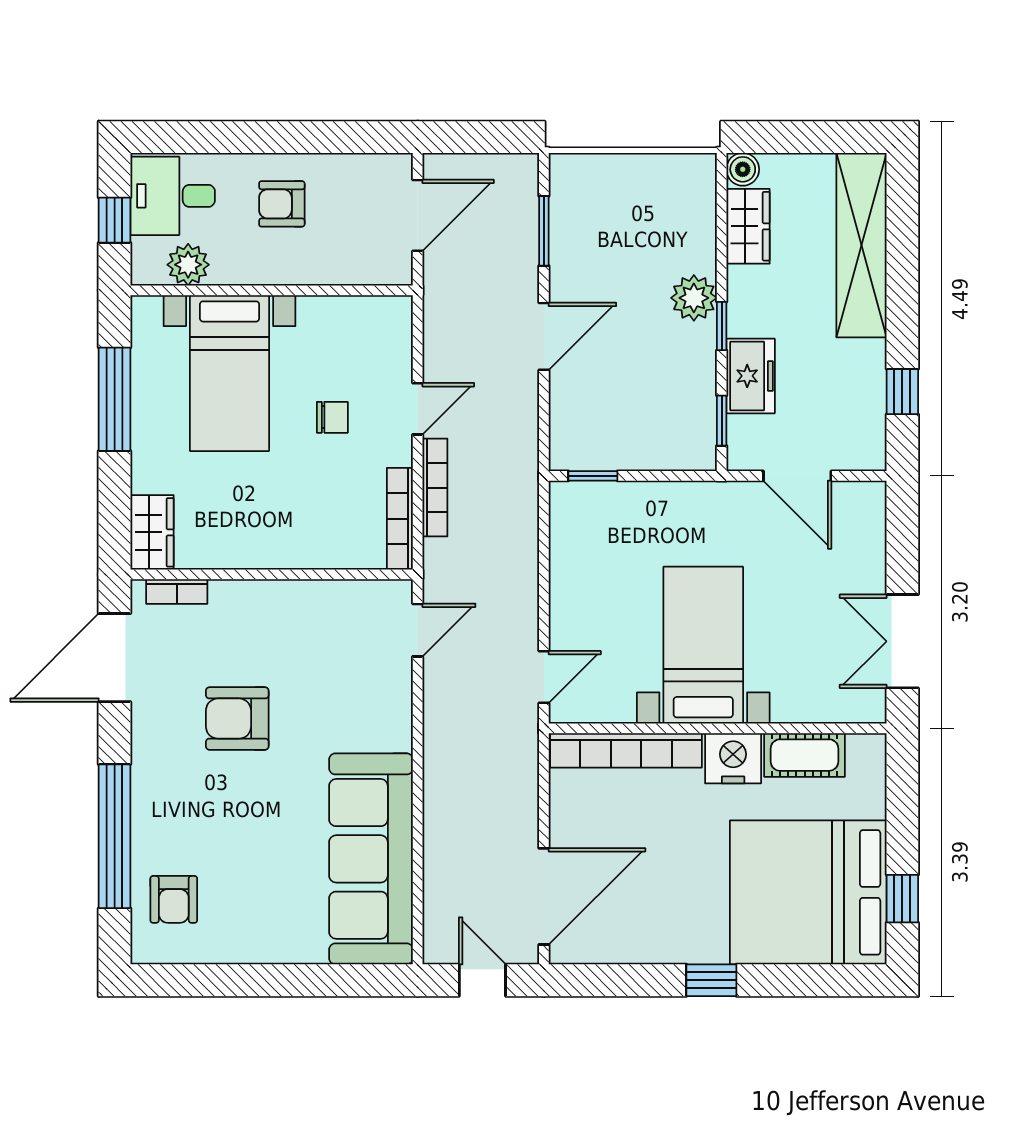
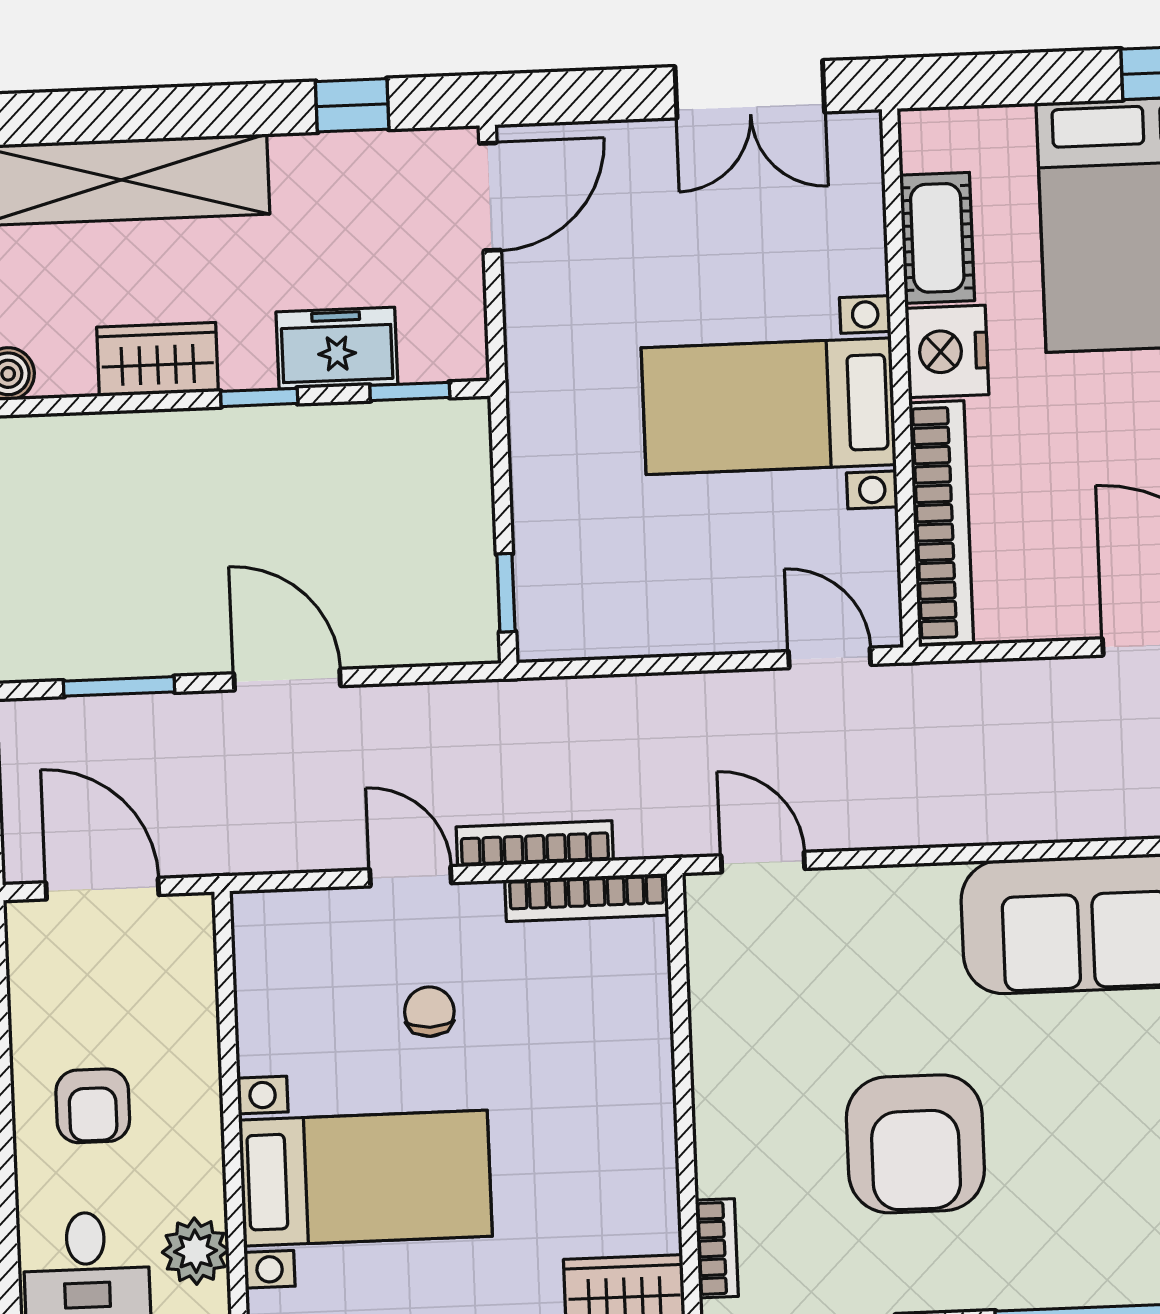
wardrobe: (748, 226) -> (158, 359), moved
plant: (694, 298) -> (216, 443), removed
door: (797, 476) -> (490, 197), moved
armchair: (237, 719) -> (915, 1144), width x1.36, depth x1.36

